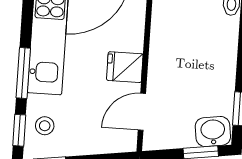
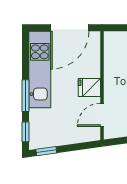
stool: (45, 126) -> (41, 128), removed

